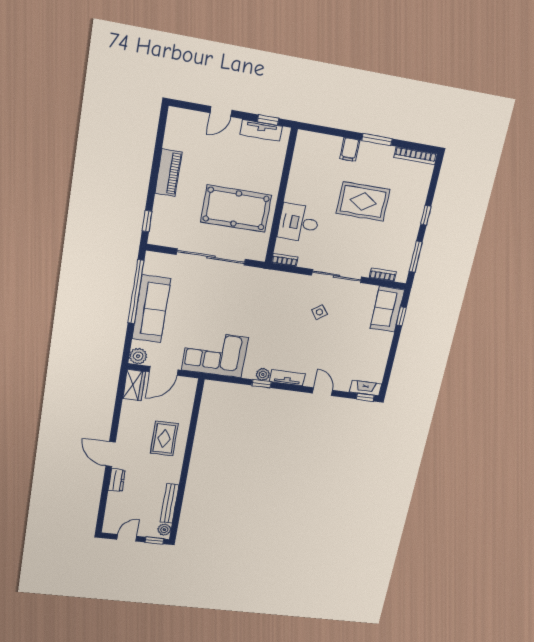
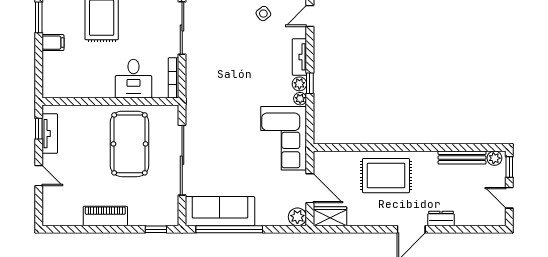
bookcase: (285, 260) -> (173, 78), width x1.56
sofa: (151, 309) -> (220, 211), moved
side table: (319, 312) -> (263, 14), moved
plant: (249, 373) -> (300, 99), added
rug: (164, 439) -> (386, 176), width x1.36, depth x1.43

